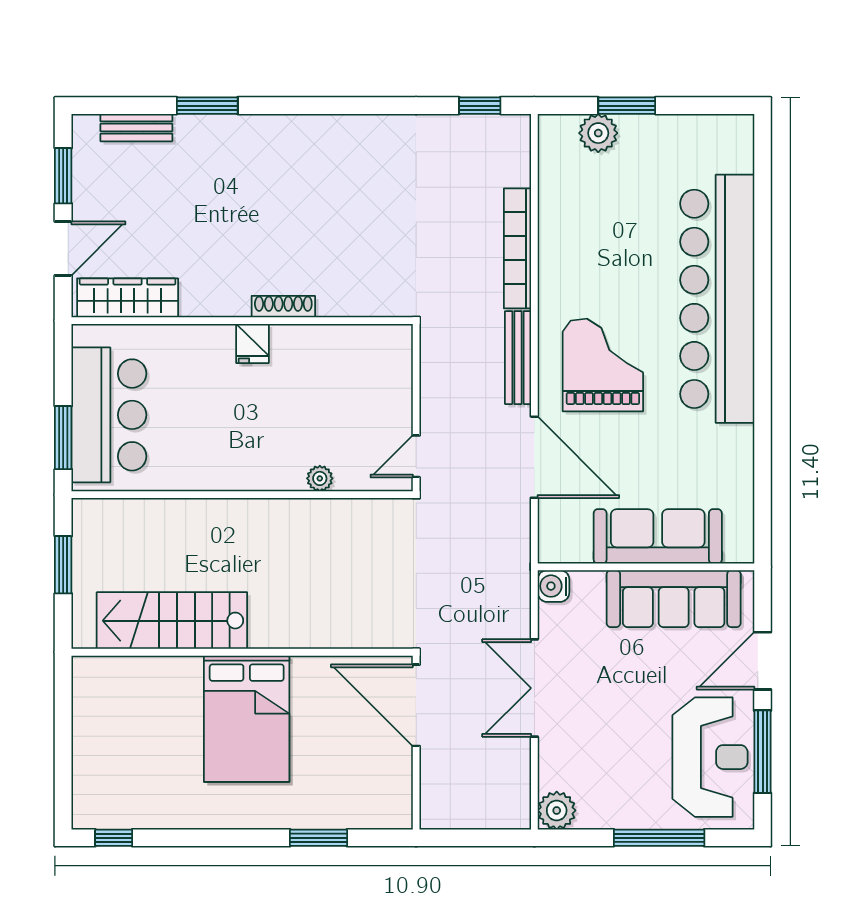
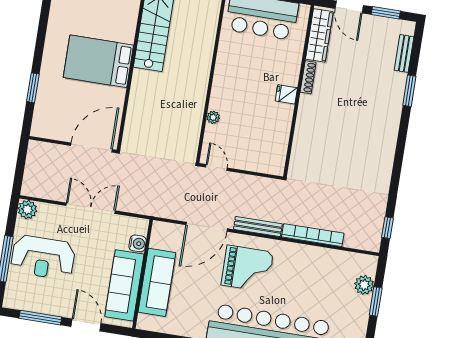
shoe rack: (283, 307) -> (308, 77), moved
water cooler: (553, 586) -> (138, 243), moved, turned 90
reception desk: (710, 757) -> (43, 257), moved

